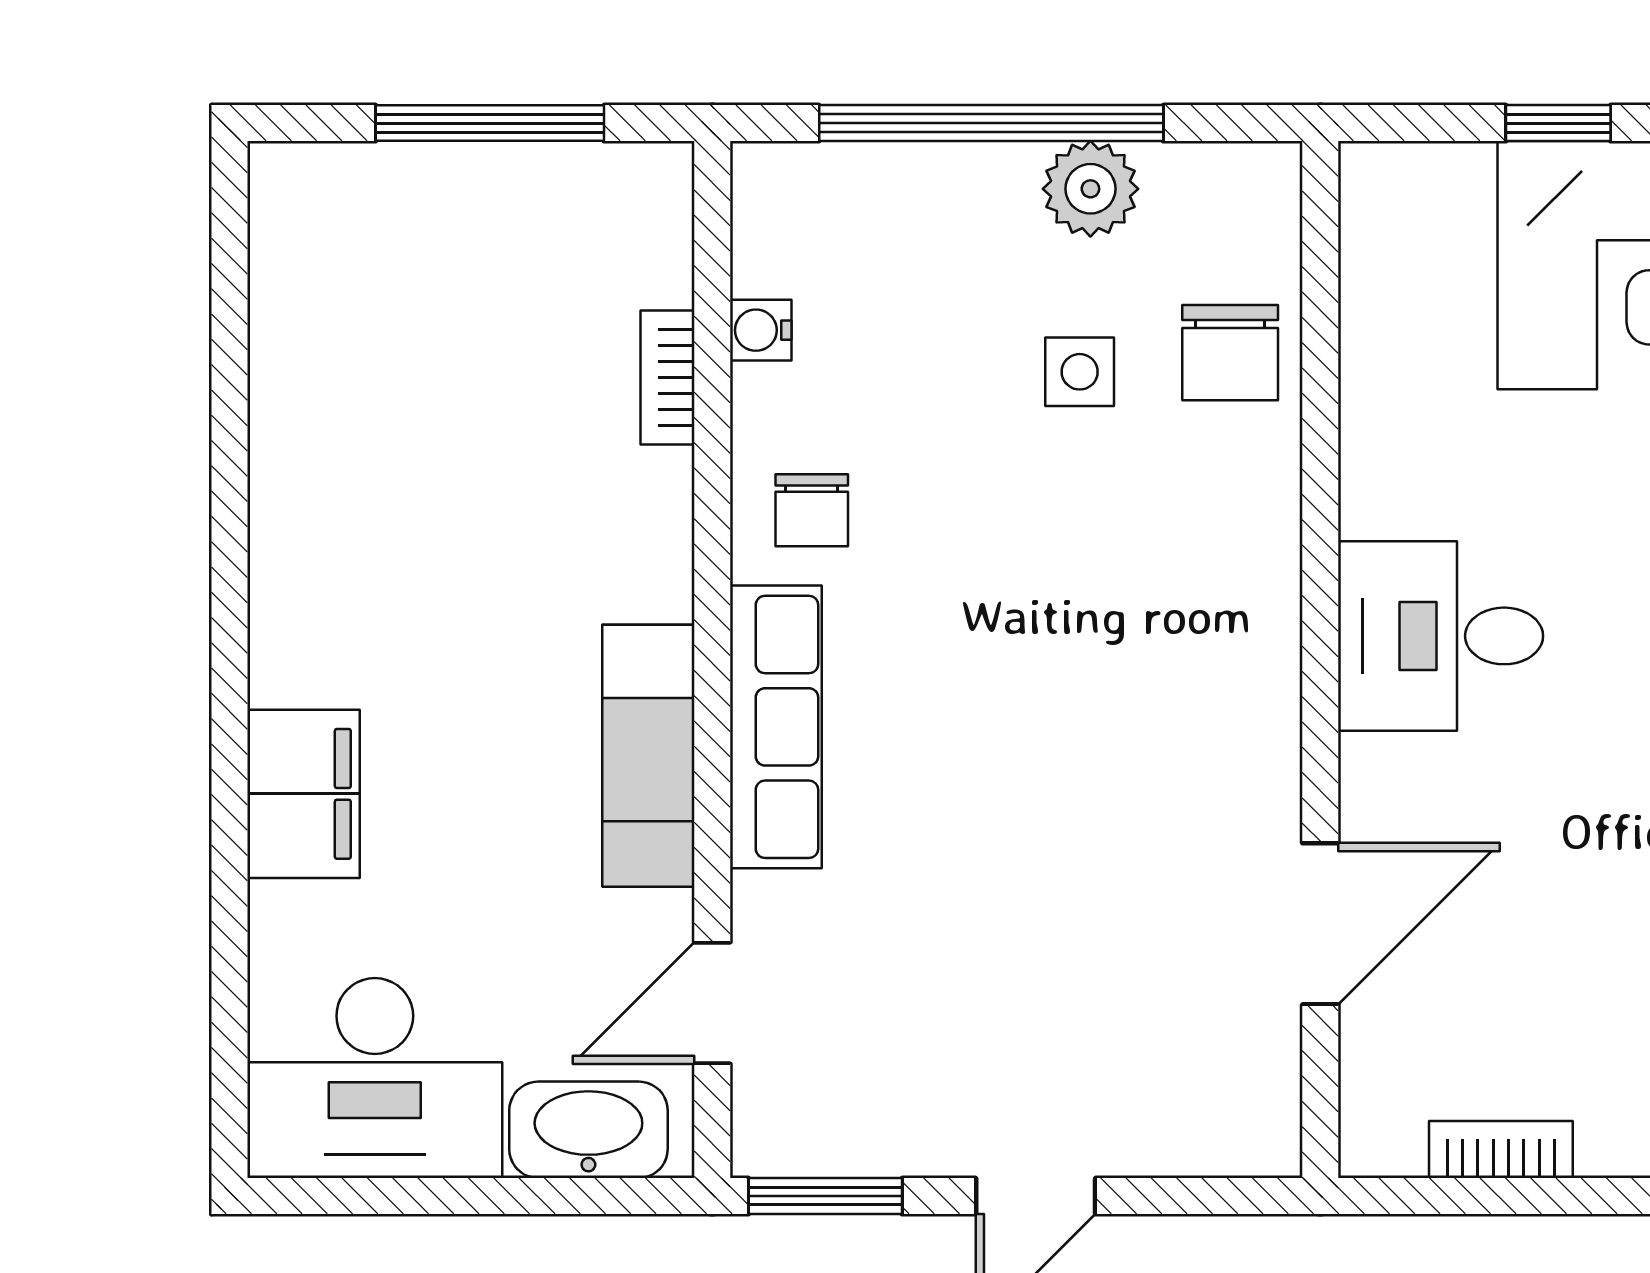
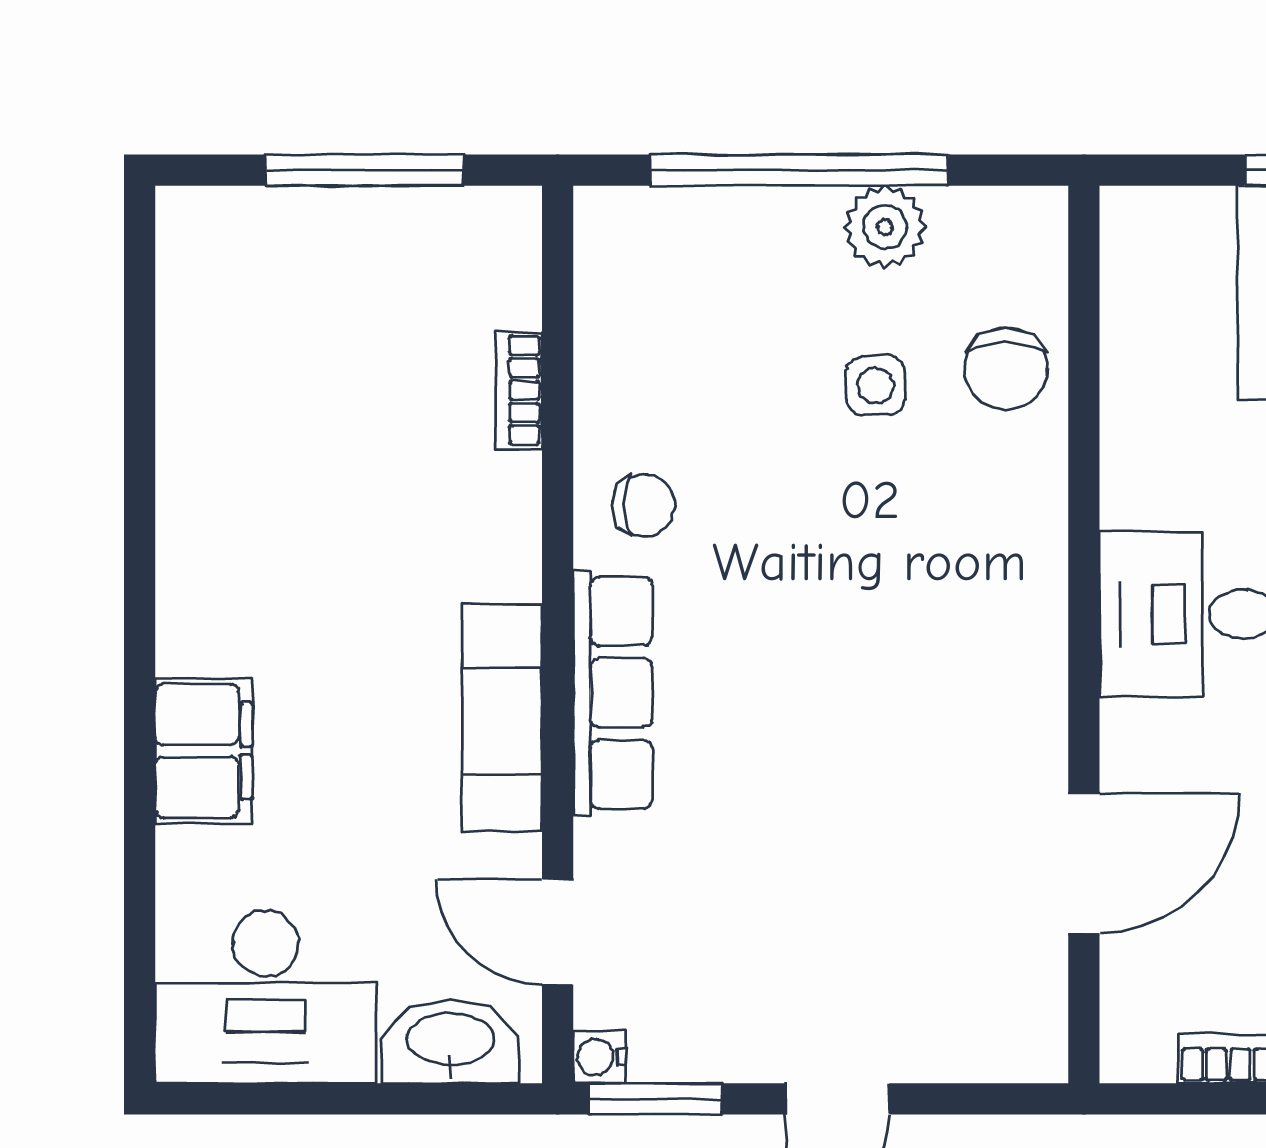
water cooler: (761, 330) -> (600, 1057), moved
chair: (812, 510) -> (644, 505), turned -90
door: (712, 1003) -> (558, 932), hinge flipped

